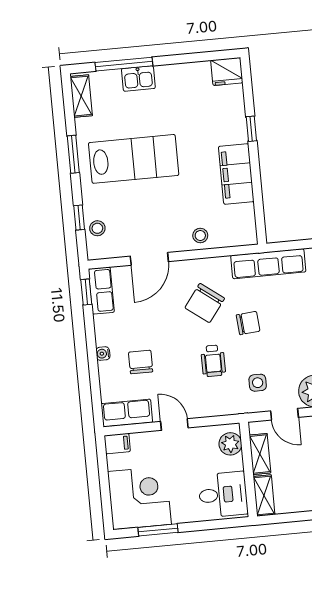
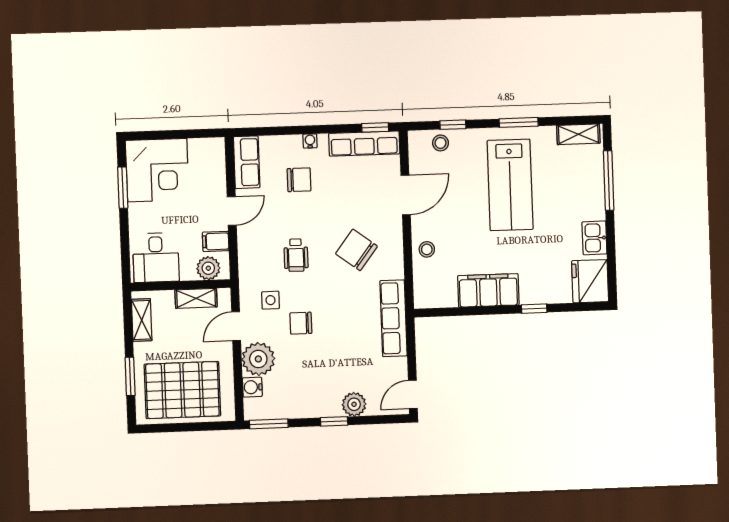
fridge: (227, 71) -> (590, 281), width x1.36, depth x1.34
kitchen sink: (138, 79) -> (594, 238), moved
door: (149, 259) -> (406, 195), swing flipped
row of seats: (101, 291) -> (364, 144), width x1.48
chair: (248, 323) -> (301, 323), moved, turned 95
wheelchair: (213, 361) -> (296, 255), turned -90
filing cabinet: (117, 443) -> (216, 241), moved, turned 90
shelving: (264, 496) -> (142, 320), moved, turned 90

